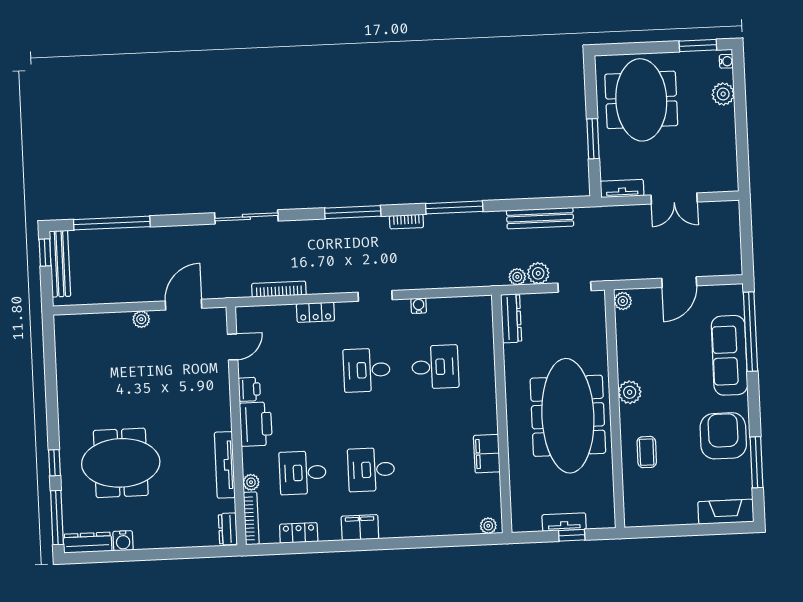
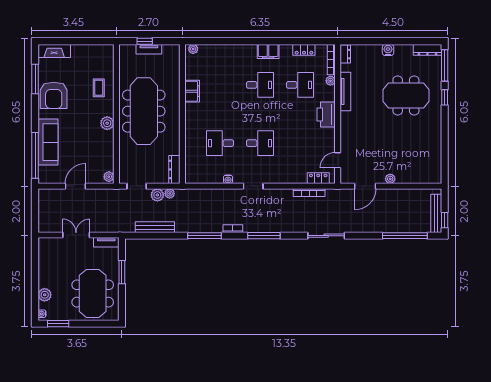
locker: (315, 312) -> (318, 178), moved
printer: (249, 389) -> (329, 135), removed
water cooler: (123, 541) -> (388, 50), moved

